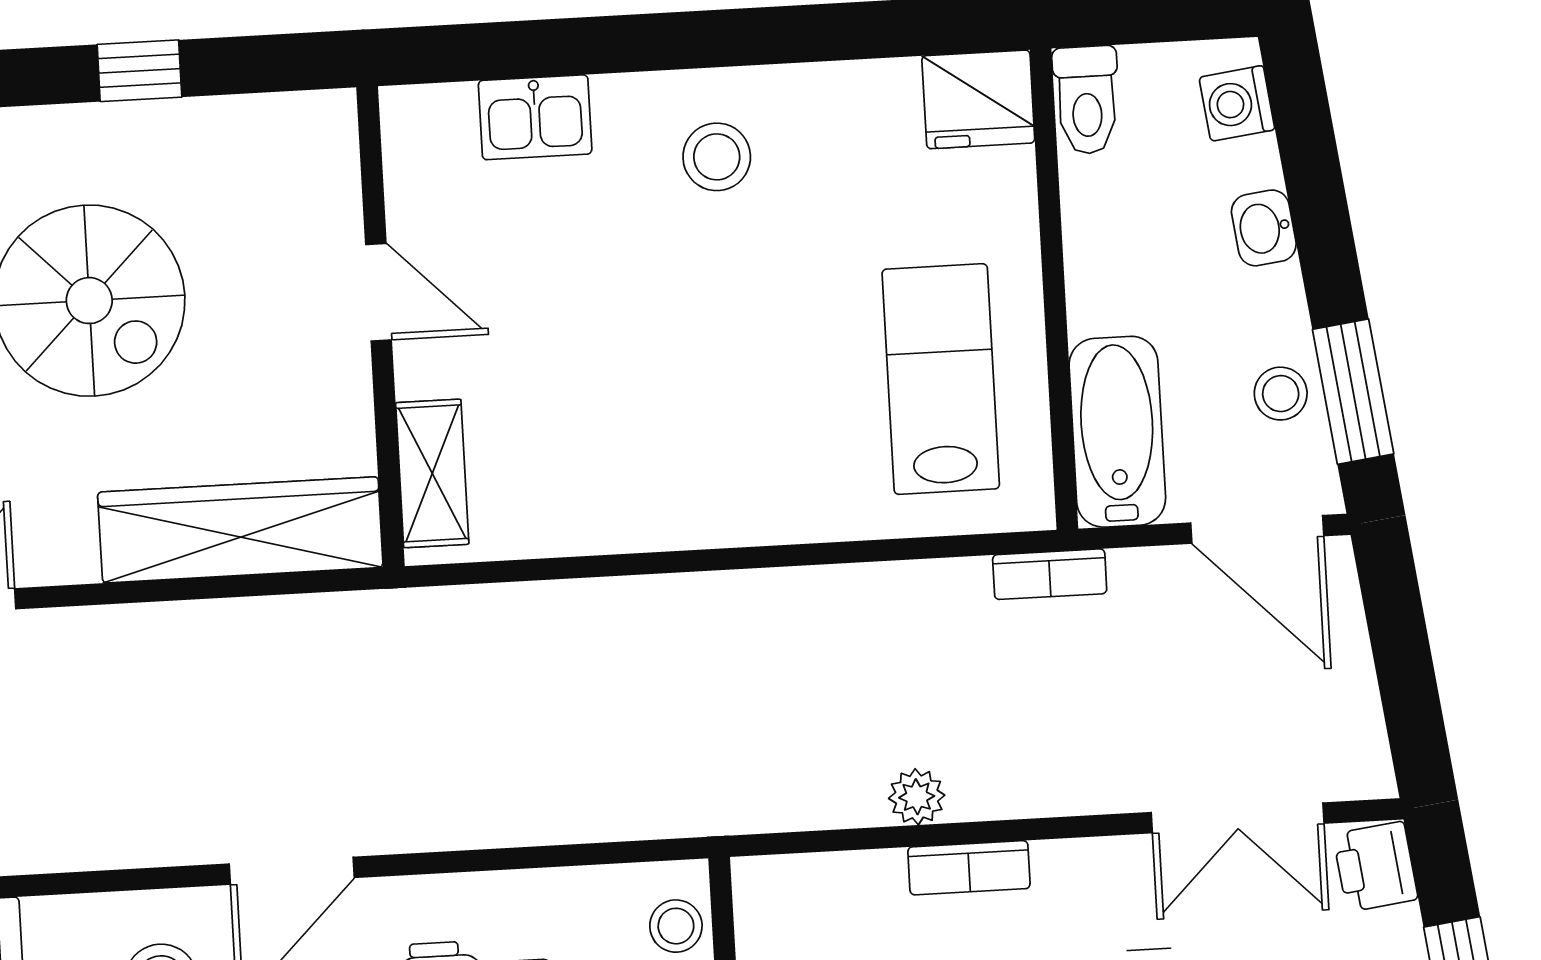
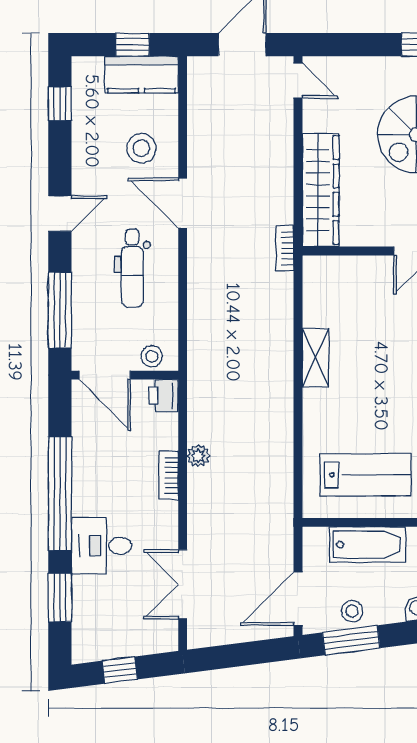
bathtub: (1117, 432) -> (368, 545), moved
shelving: (432, 473) -> (316, 358), moved, turned 90
bookcase: (1050, 574) -> (285, 248), moved
printer: (1375, 867) -> (164, 396), moved, turned -83

